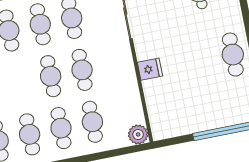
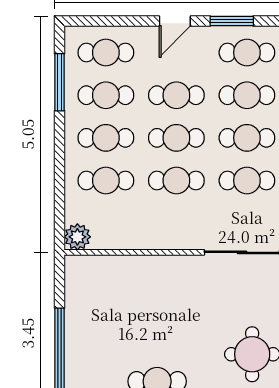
fridge: (150, 69) -> (160, 269), removed
cafe table: (19, 82) -> (176, 95), added

